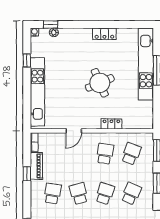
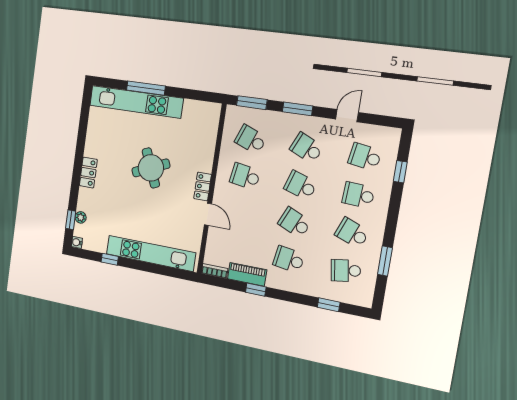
locker: (104, 34) -> (88, 173), moved
locker: (111, 124) -> (203, 186), moved
school desk: (79, 194) -> (295, 223), turned 39

